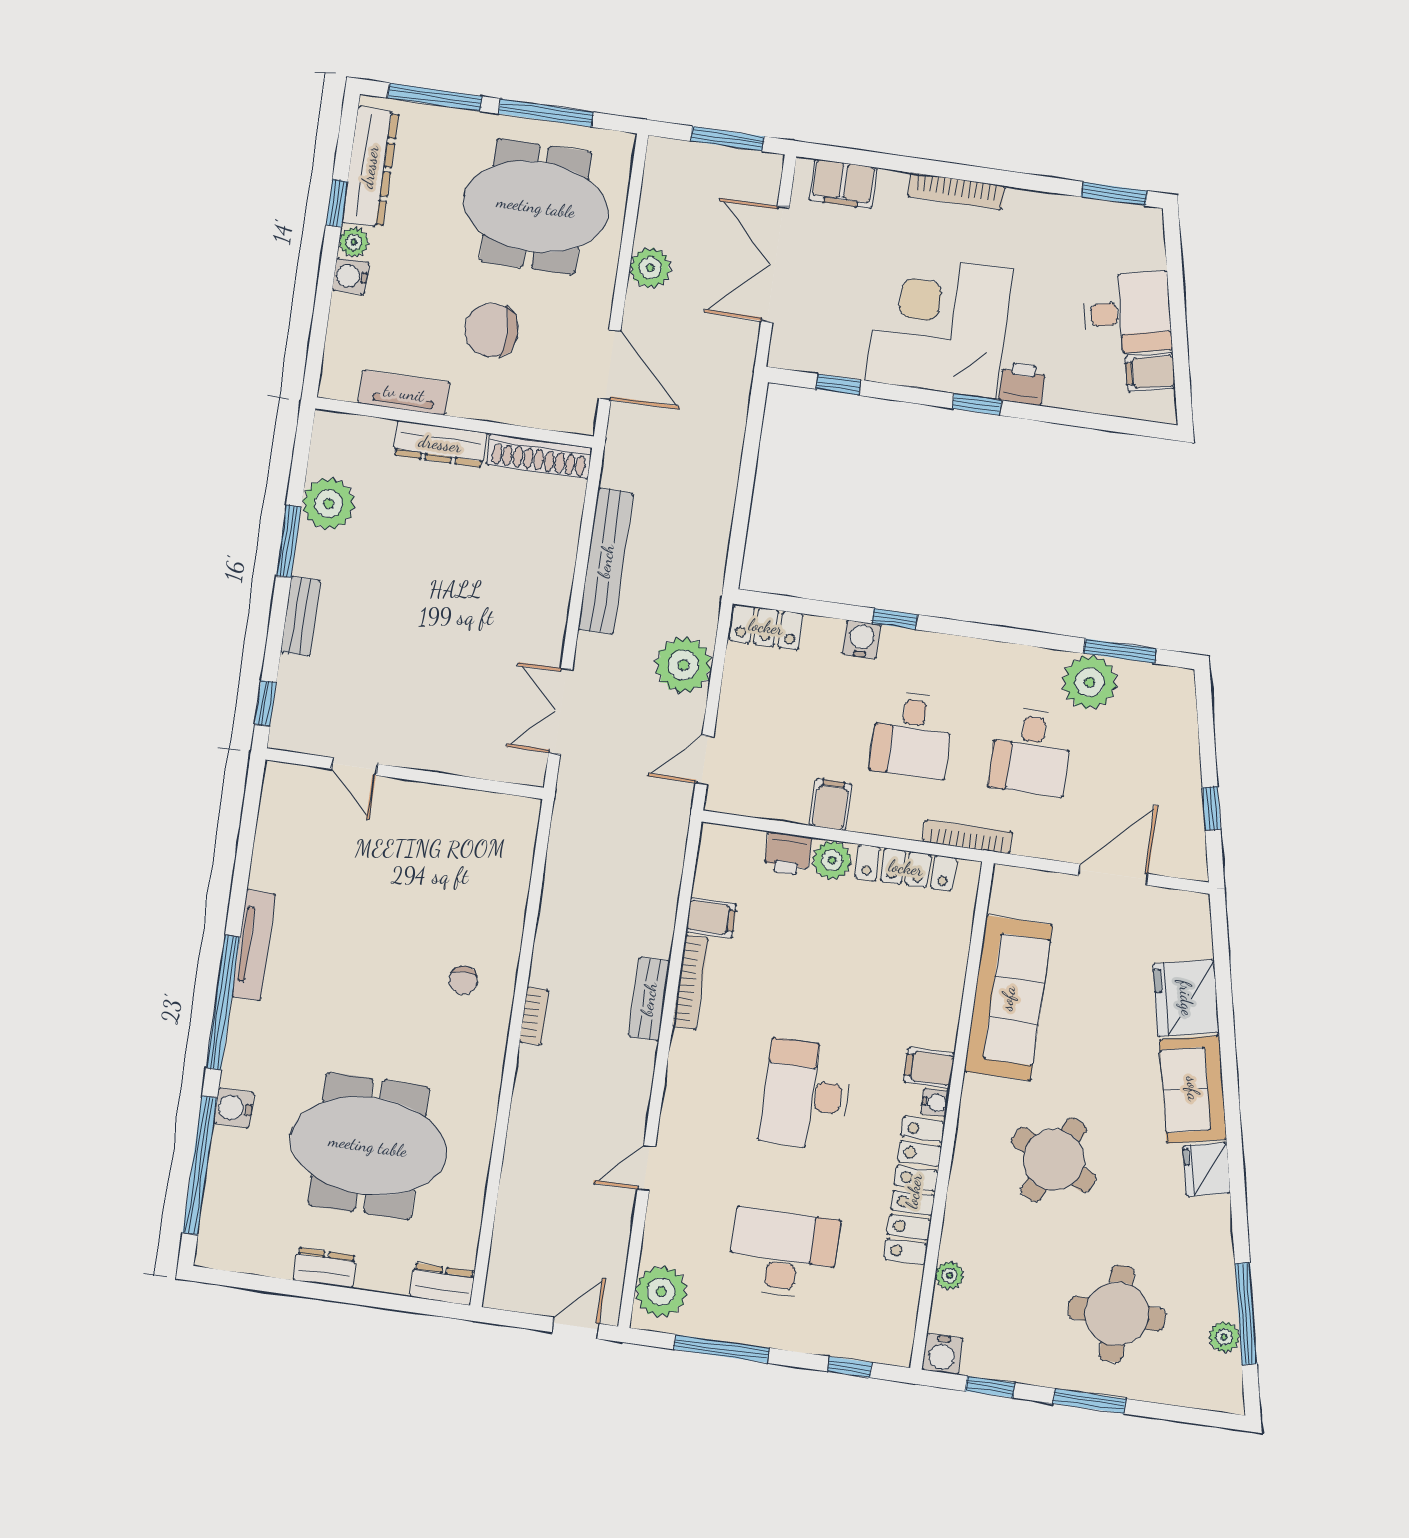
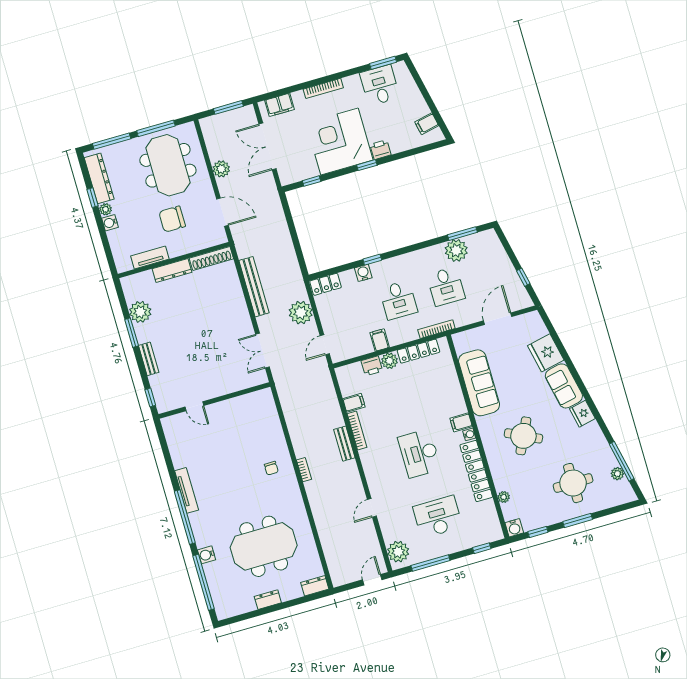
meeting table: (536, 207) -> (168, 165), turned 90
desk: (1127, 313) -> (380, 85), moved, turned -78

